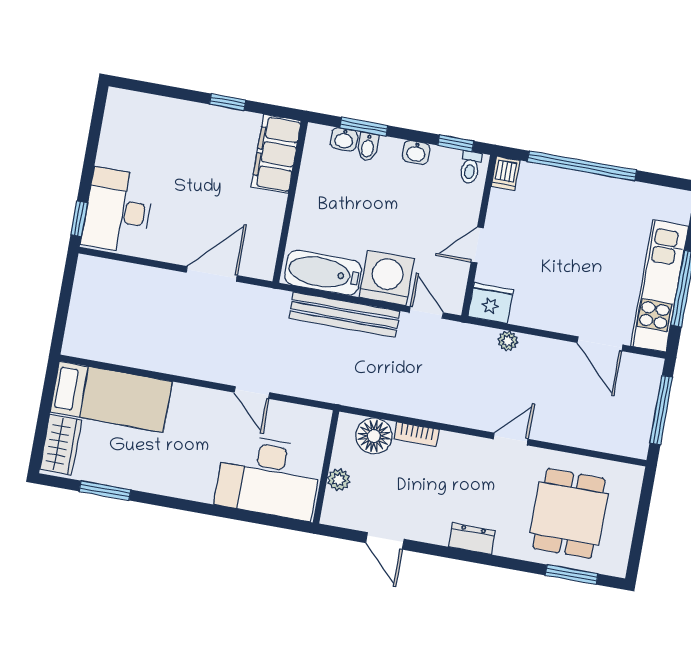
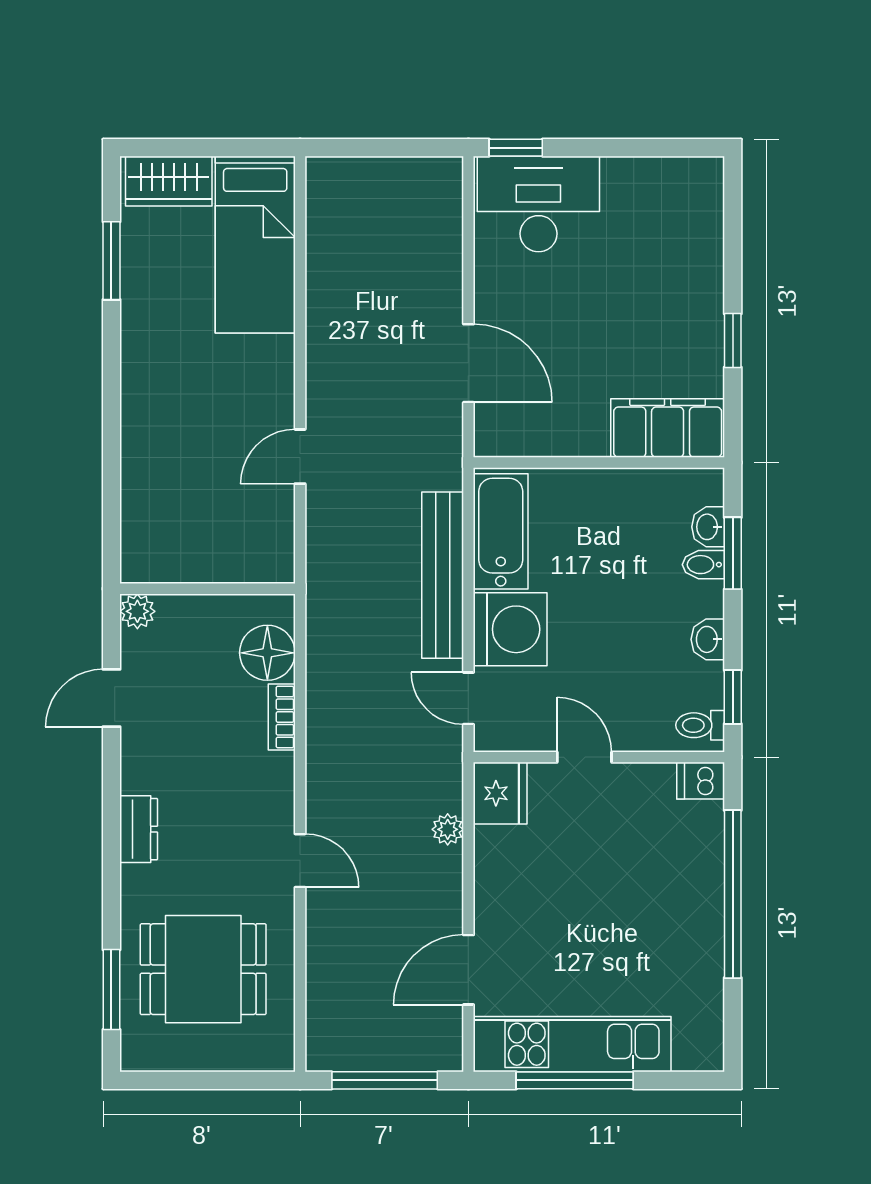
door: (426, 312) -> (468, 698), swing flipped
desk: (269, 477) -> (177, 505), removed
plant: (339, 480) -> (137, 611), moved

